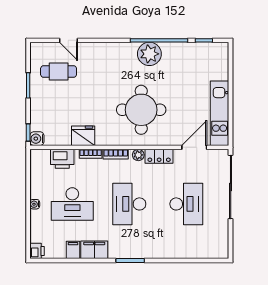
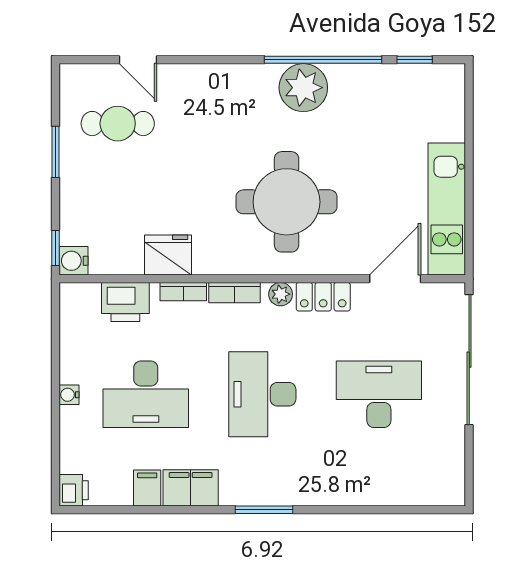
desk: (186, 204) -> (379, 394), turned -90

